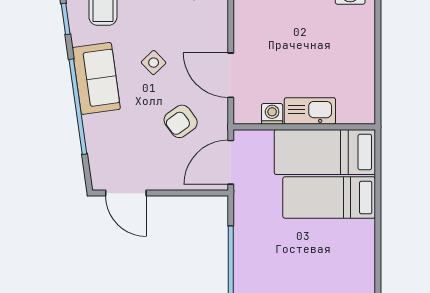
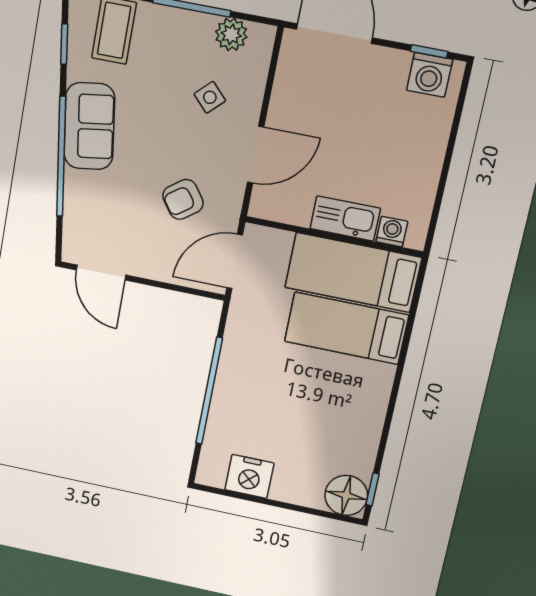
side table: (154, 63) -> (210, 97), moved
door: (231, 75) -> (256, 155), swing flipped
washing machine: (272, 114) -> (392, 232), moved

